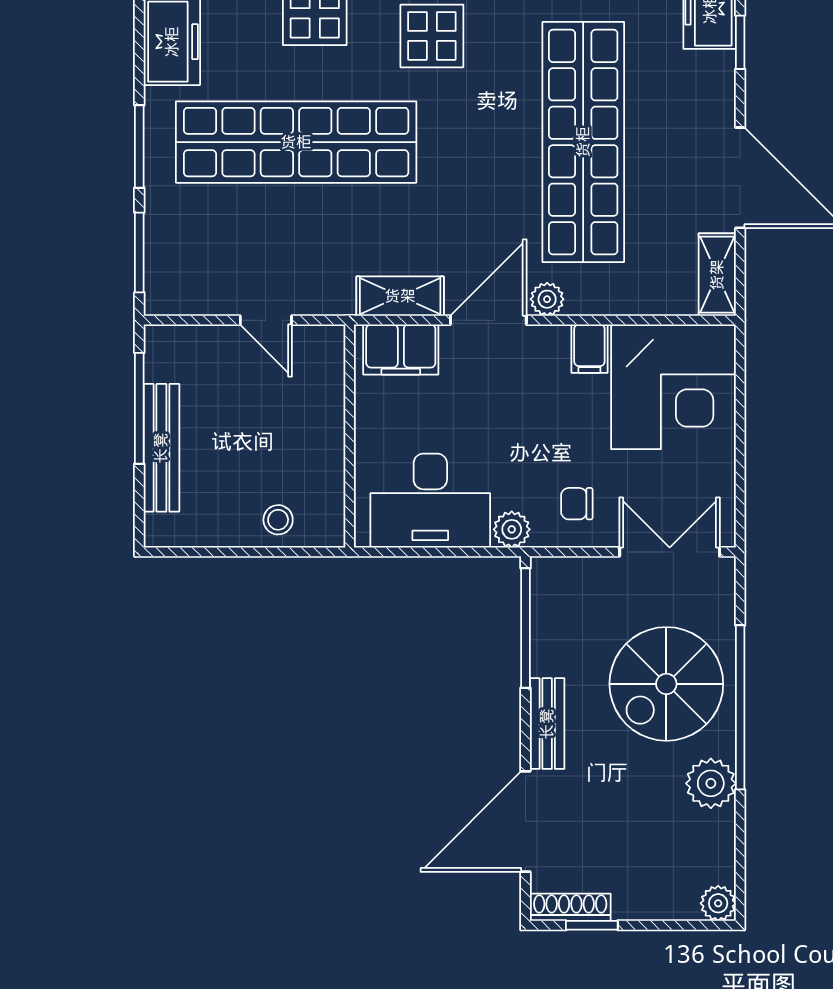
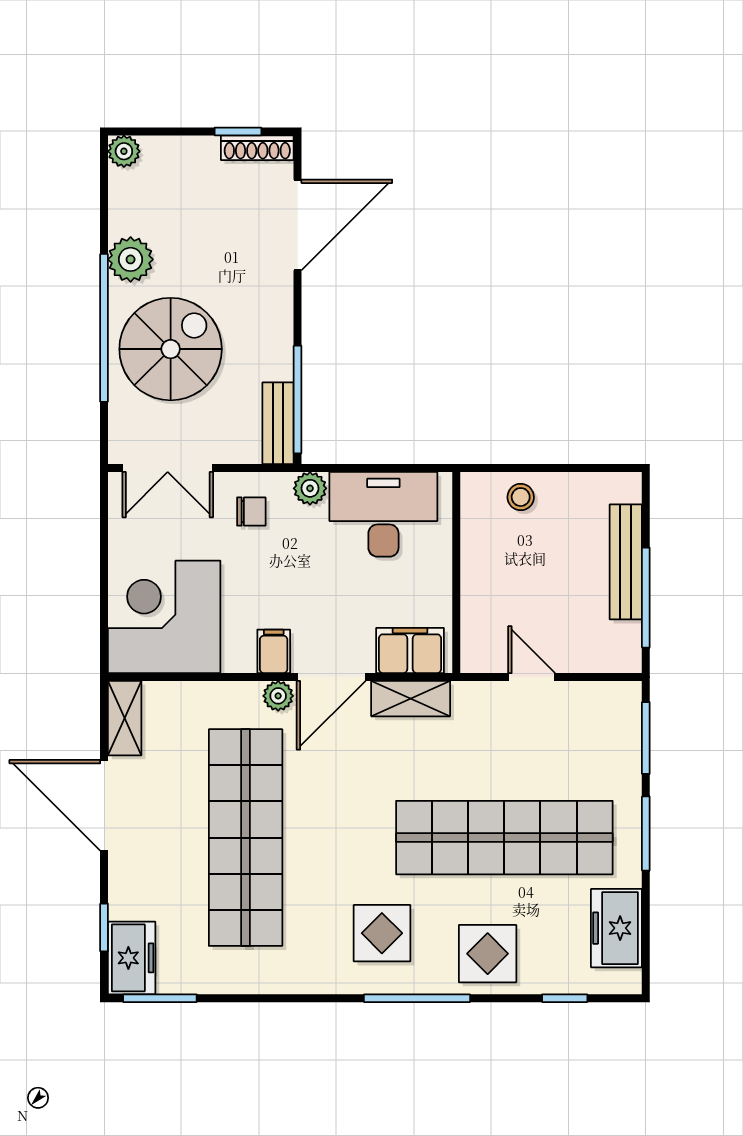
filing cabinet: (589, 349) -> (274, 651), moved
bench: (547, 724) -> (278, 423), moved

